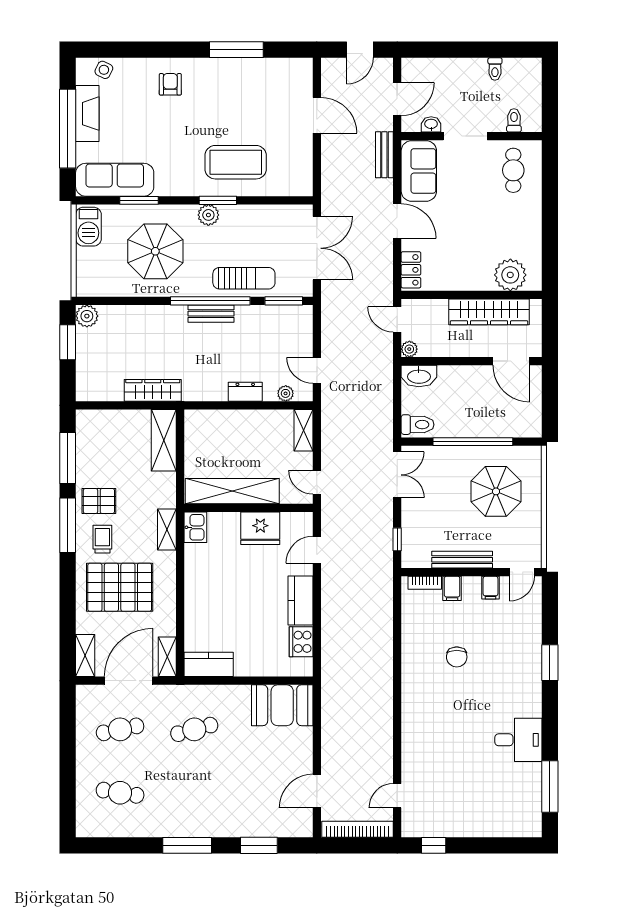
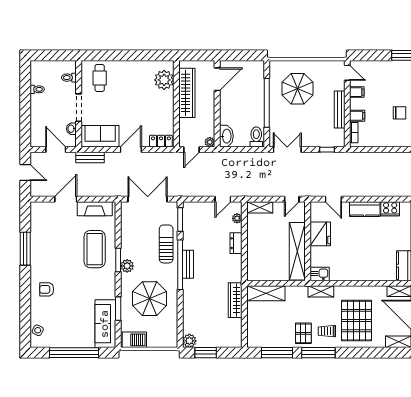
fireplace: (87, 114) -> (95, 209), moved, turned 180
cafe table: (513, 170) -> (100, 78), turned 90

